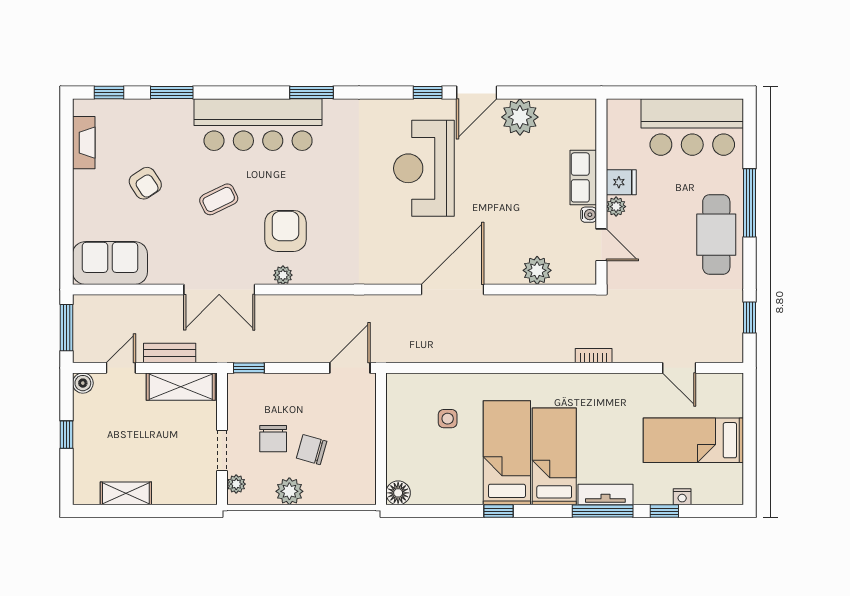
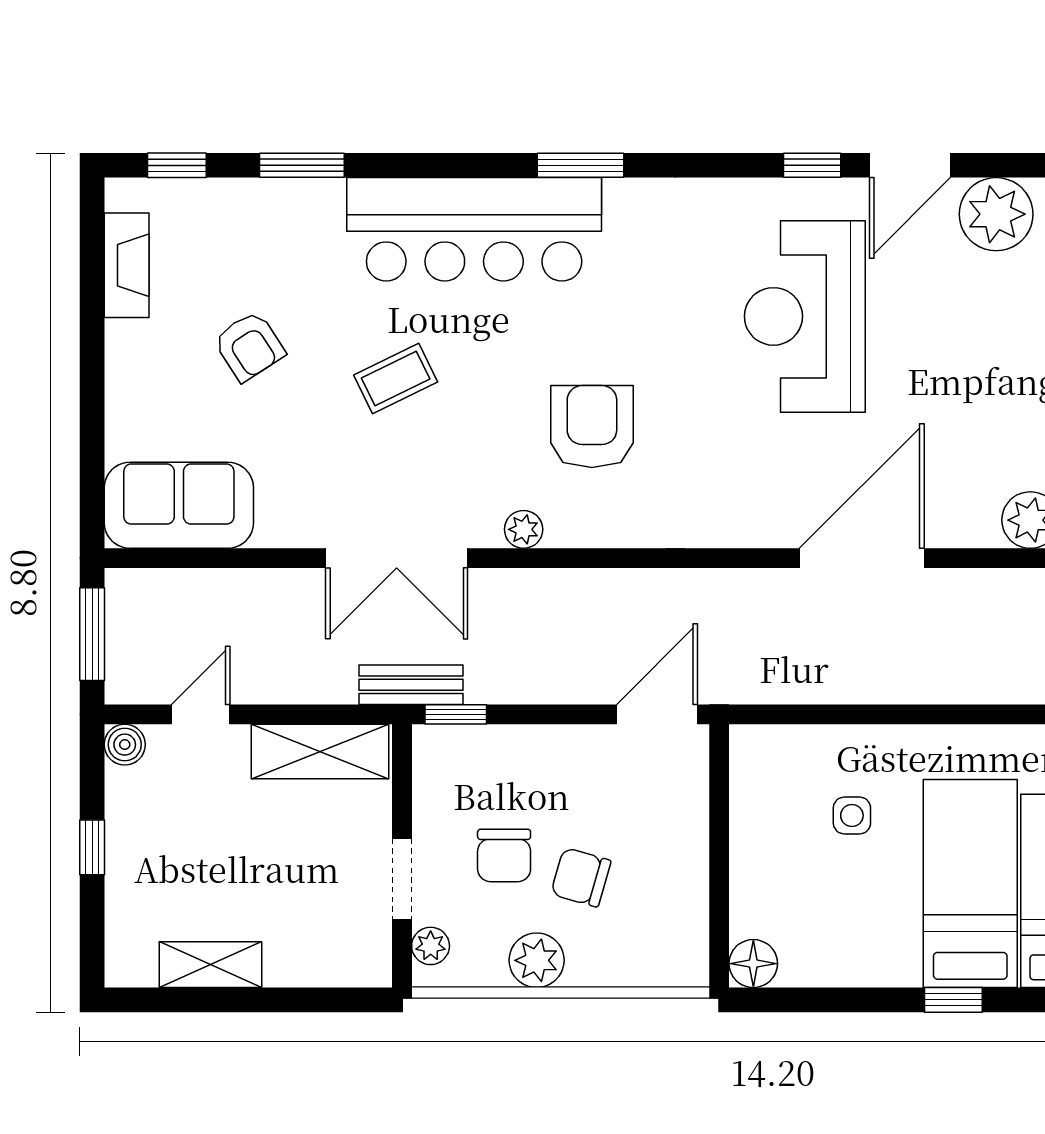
armchair: (285, 231) -> (592, 427), moved
bench: (170, 353) -> (411, 685), moved

